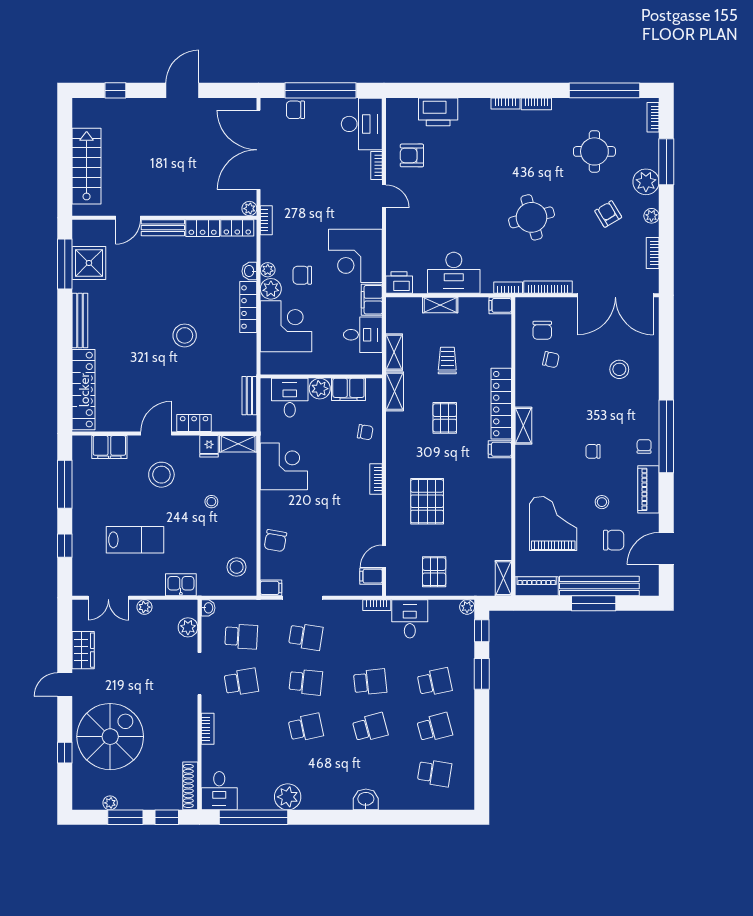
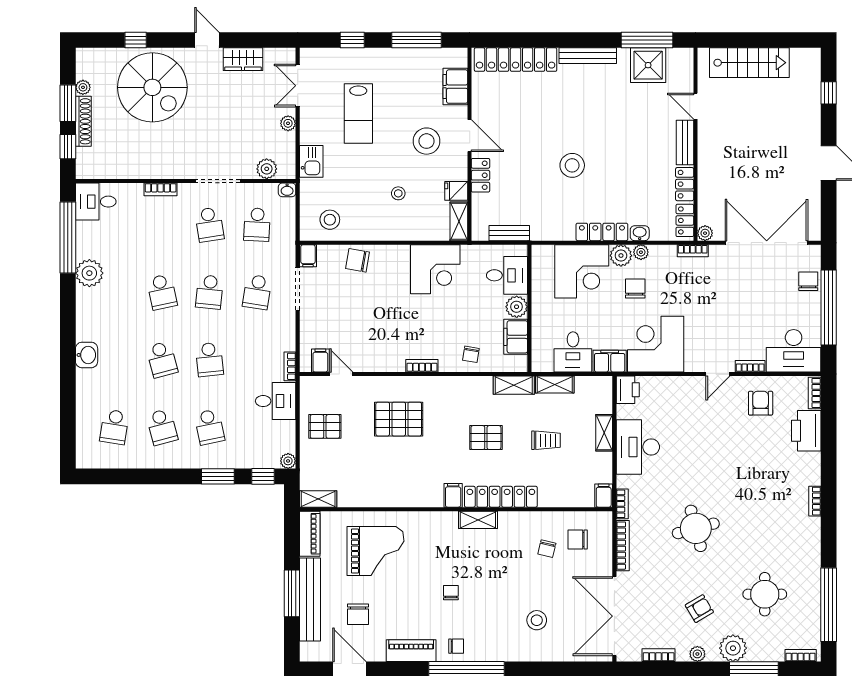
bookcase: (536, 104) -> (815, 393), moved
stool: (602, 502) -> (398, 602), removed
shoe rack: (190, 786) -> (83, 121), moved, turned 90

